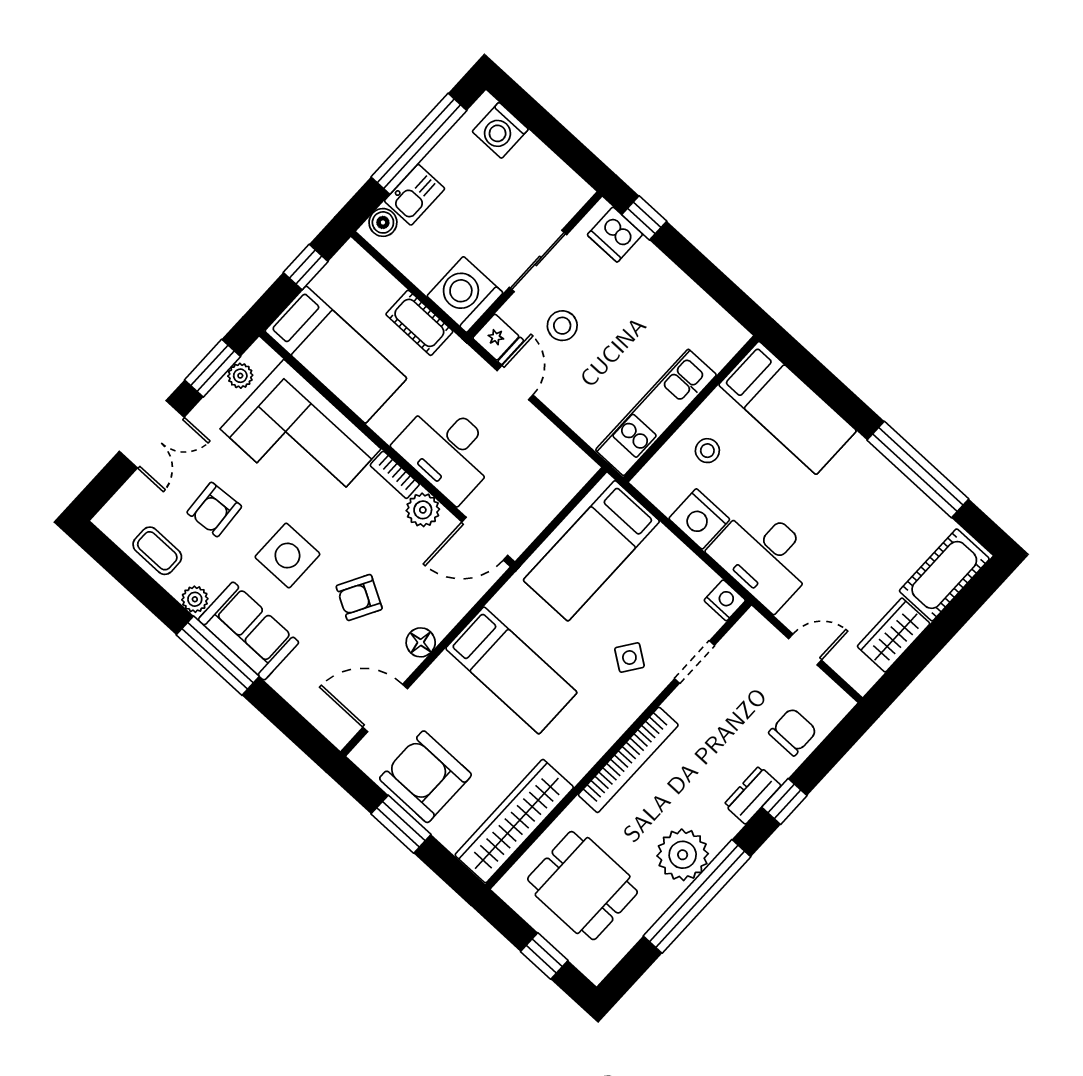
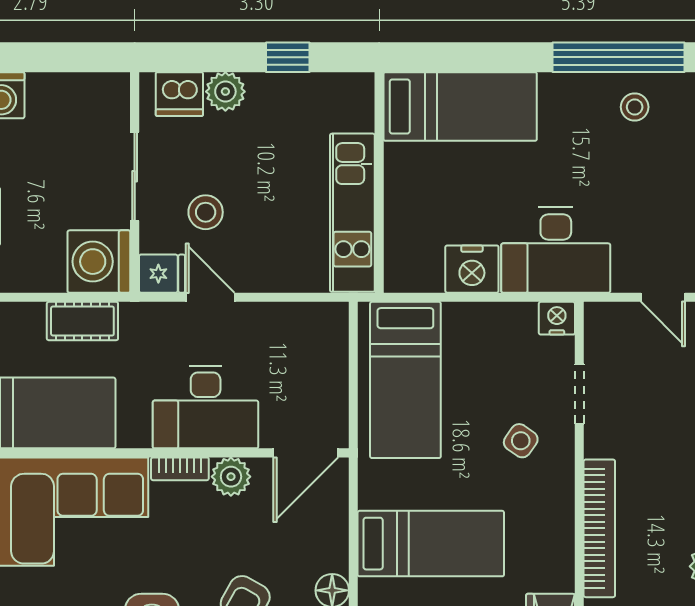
window: (644, 218) -> (288, 57), moved
plant: (646, 260) -> (225, 92), added
stool: (707, 451) -> (635, 107), moved
door: (805, 649) -> (663, 297), swing flipped

